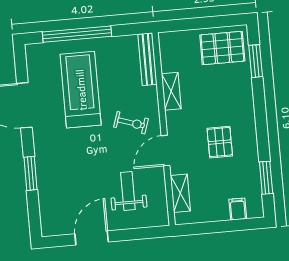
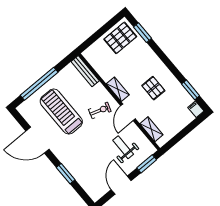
shelving: (171, 91) -> (118, 89), moved
filing cabinet: (238, 209) -> (196, 109), moved
window: (143, 233) -> (147, 164), added

